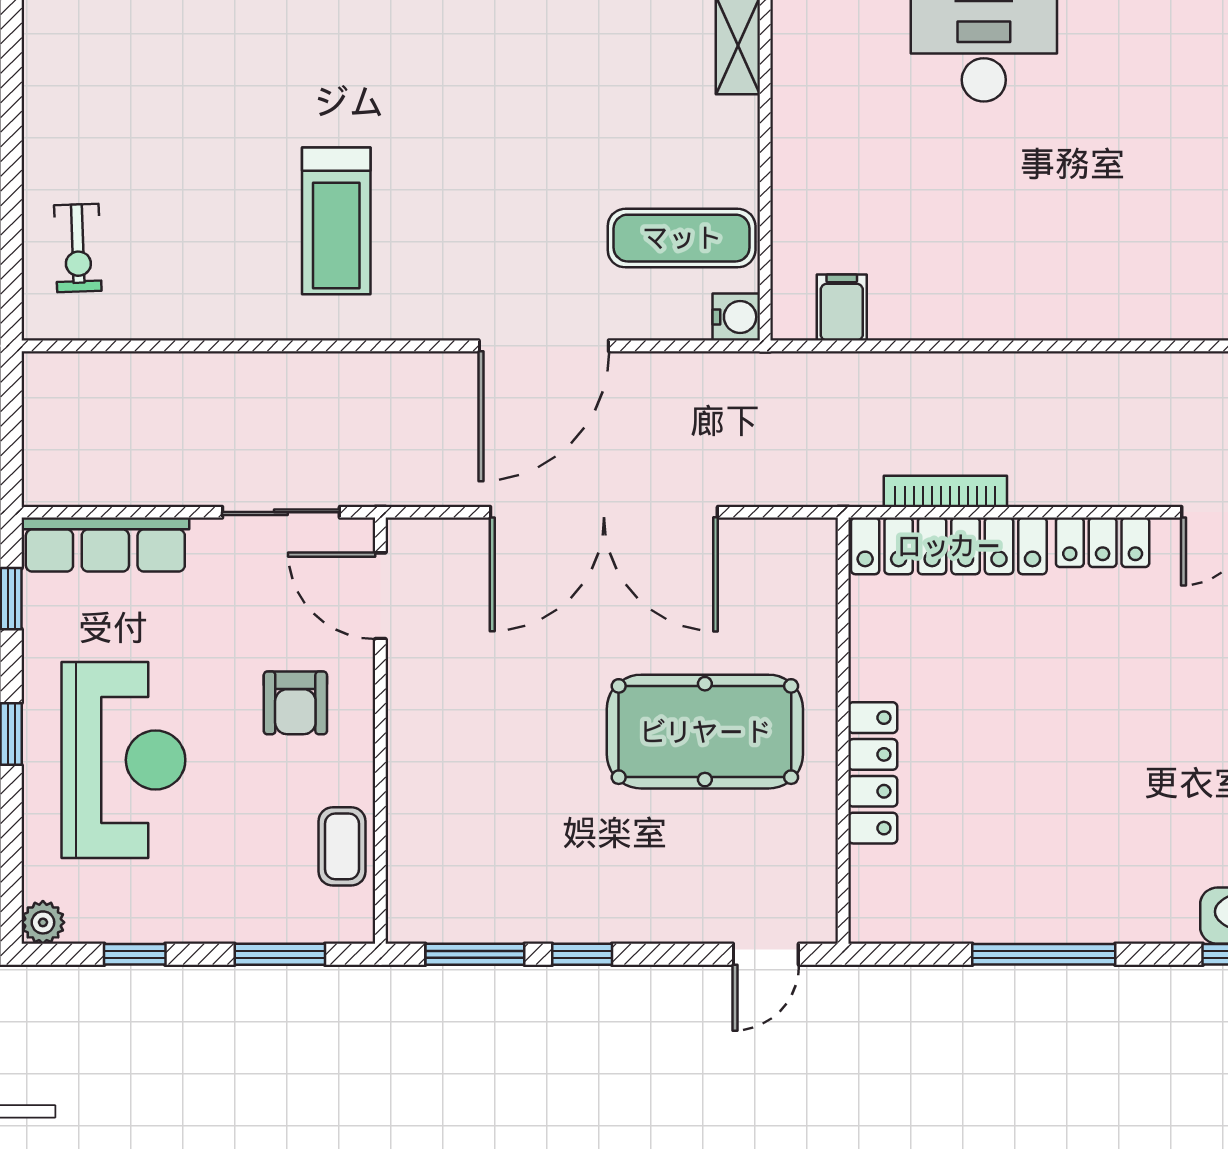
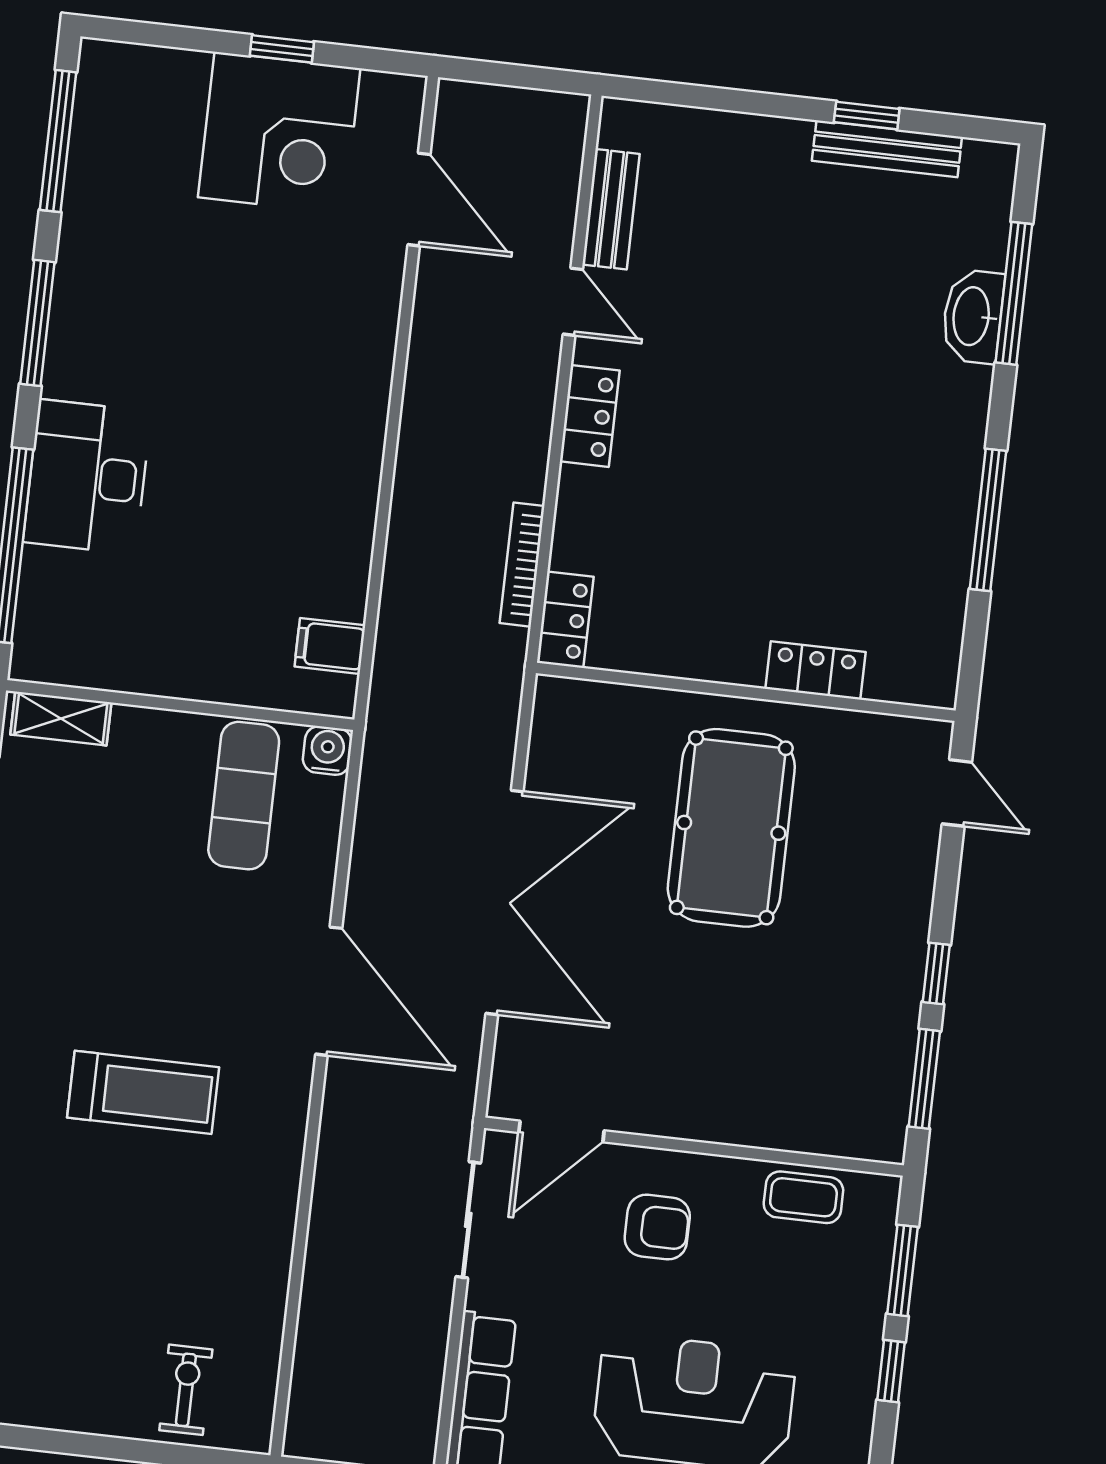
treadmill: (336, 221) -> (143, 1092), moved
exercise bike: (78, 248) -> (186, 1390), turned -88
door: (544, 346) -> (329, 991), moved
locker: (949, 546) -> (565, 620), width x0.46, depth x0.83
locker: (873, 773) -> (816, 670), width x0.66
window: (135, 954) -> (891, 1371), moved

